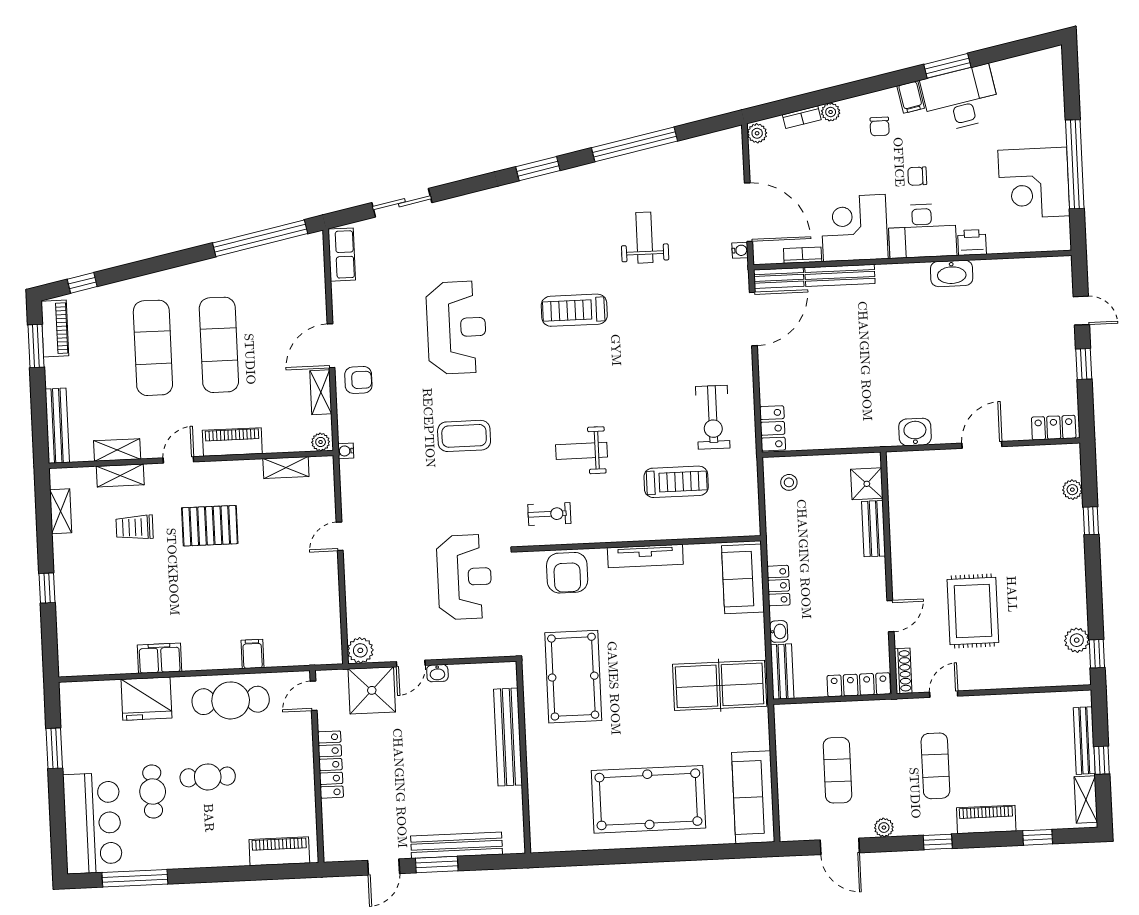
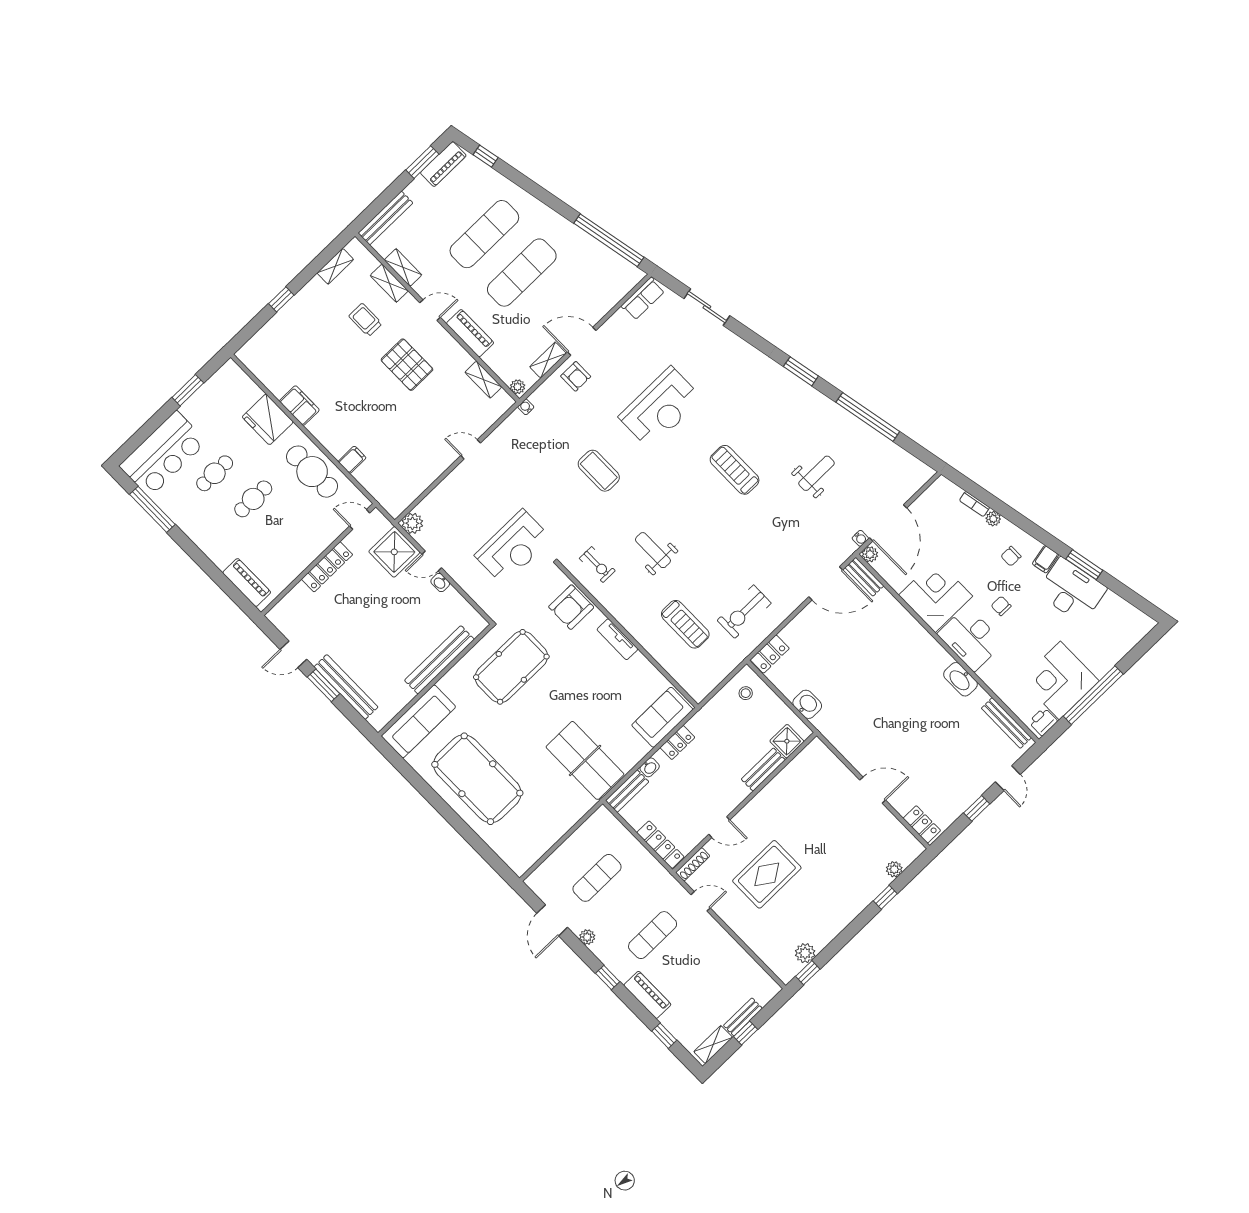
plant: (757, 133) -> (870, 554), moved
printer: (972, 242) -> (1043, 722), moved, turned -90
bookcase: (803, 255) -> (891, 579), removed
bench: (840, 275) -> (1006, 723), moved
washbasin: (915, 432) -> (807, 704), moved
tv unit: (645, 556) -> (617, 639), width x0.71
bench: (1084, 741) -> (743, 1017), width x0.73
cafe table: (208, 777) -> (253, 499), turned 90
sofa: (753, 797) -> (418, 721), moved, turned 180

